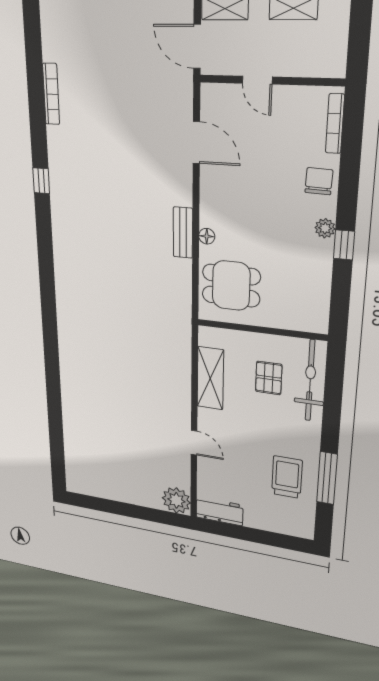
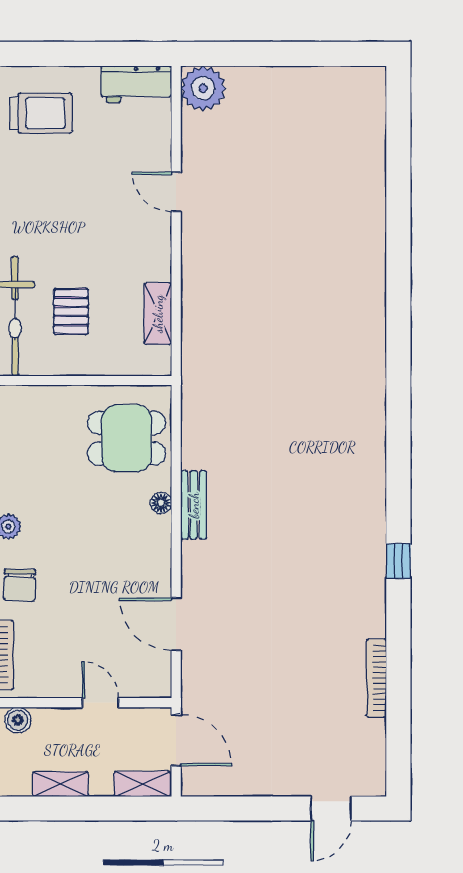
boiler: (327, 67) -> (18, 720), added
shelving: (210, 378) -> (158, 314), width x0.67, depth x0.75
trolley: (287, 477) -> (41, 113), moved, turned -90

